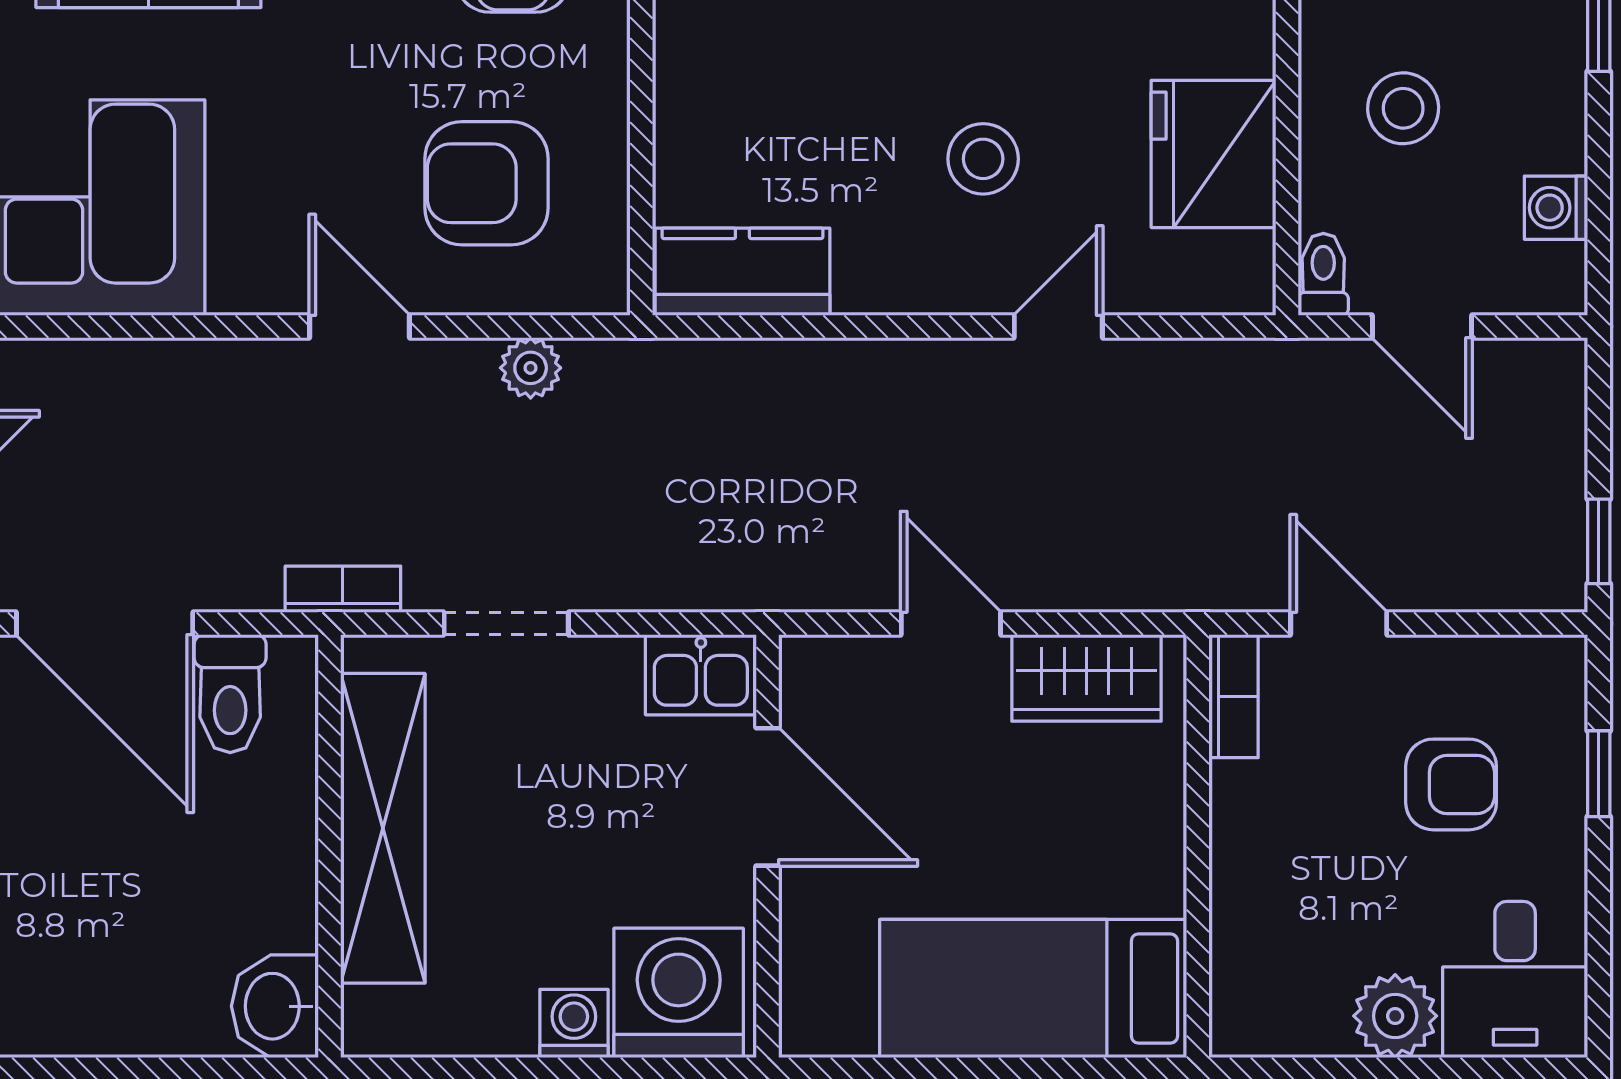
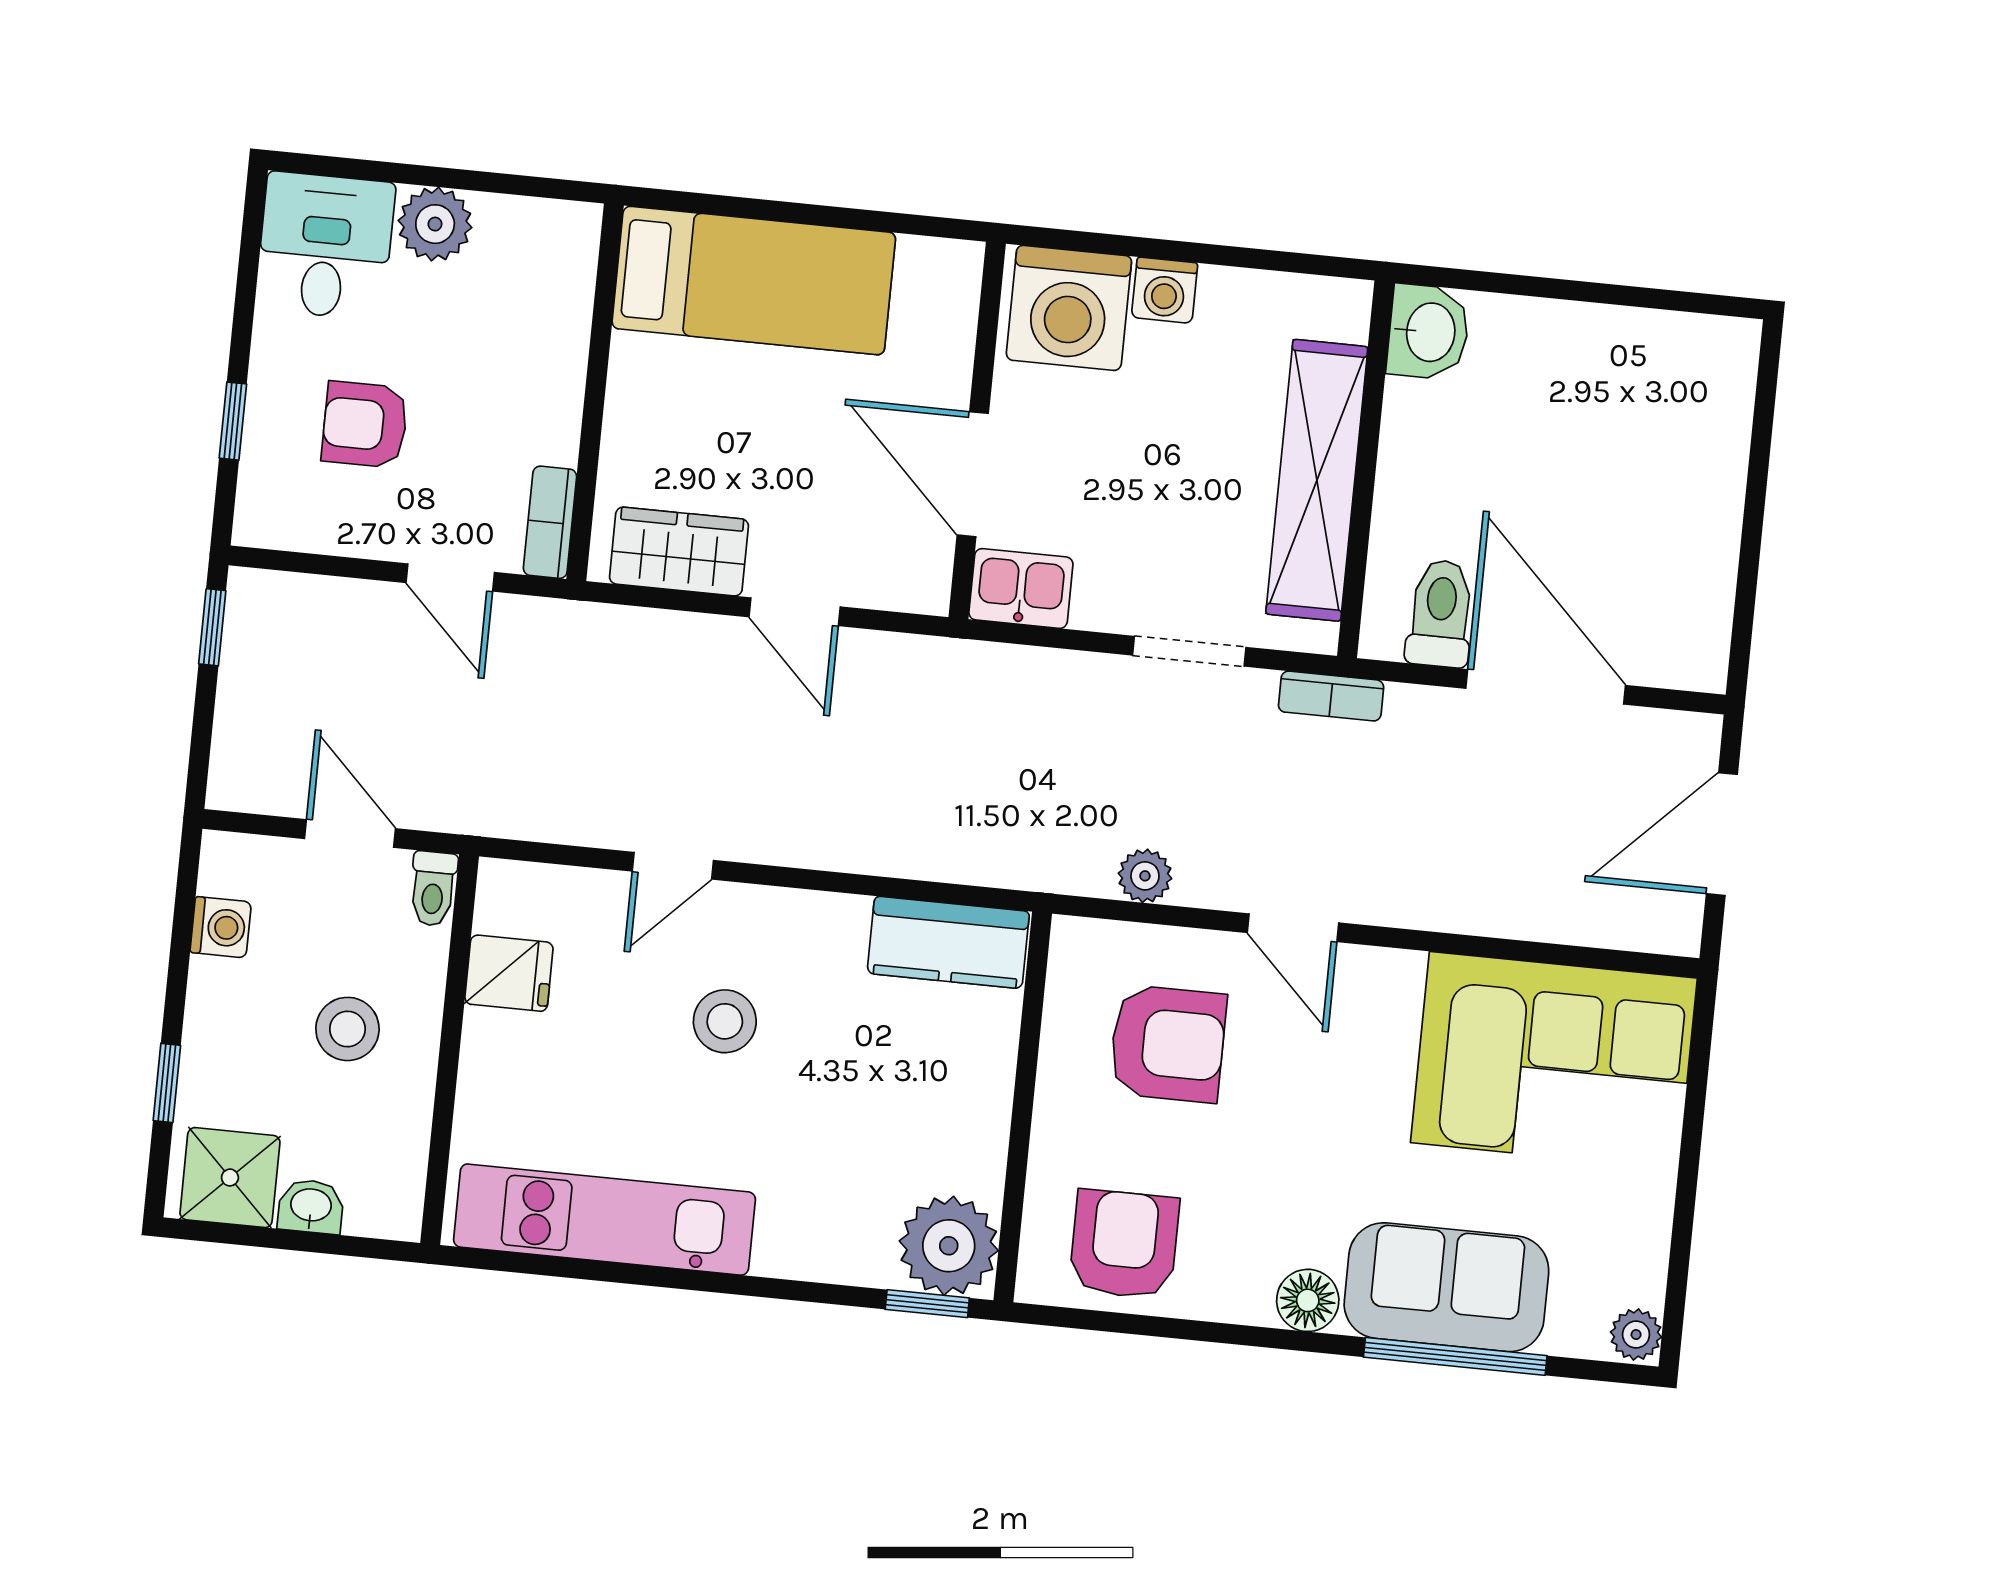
fridge: (1213, 154) -> (509, 973), width x0.53, depth x0.75

